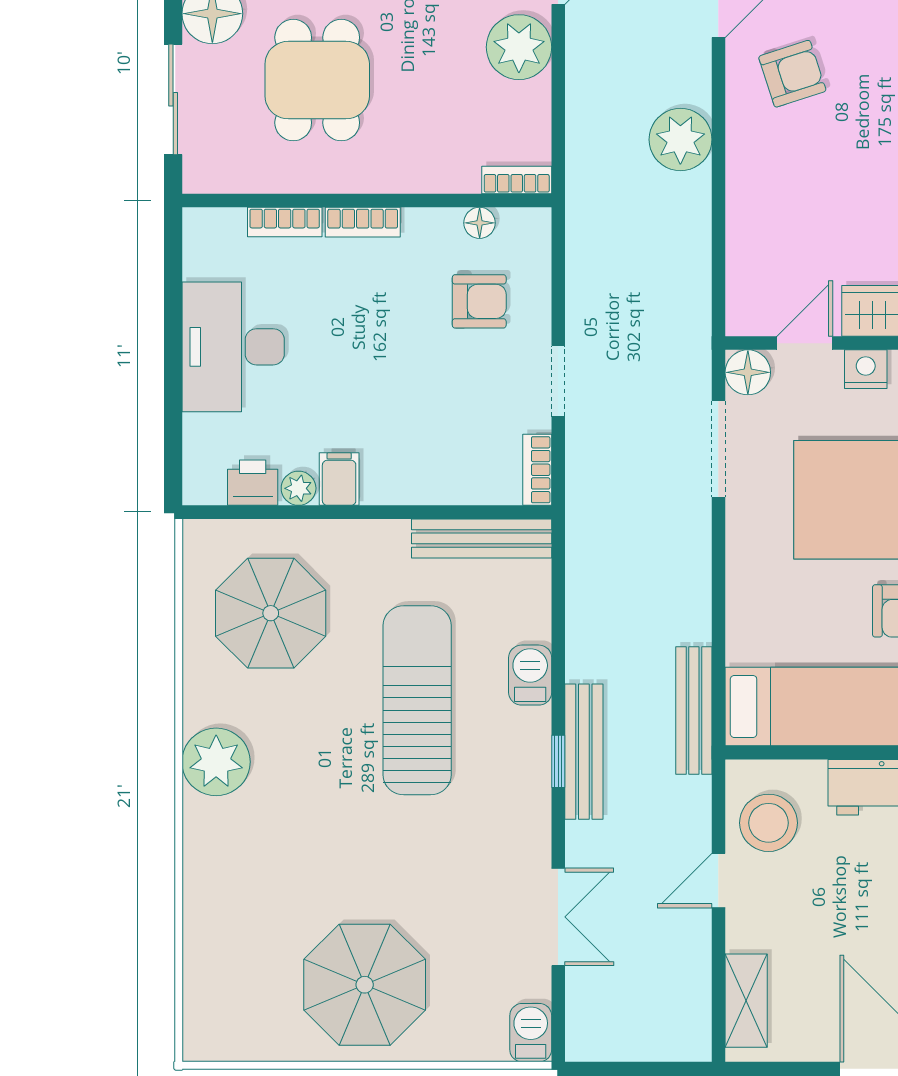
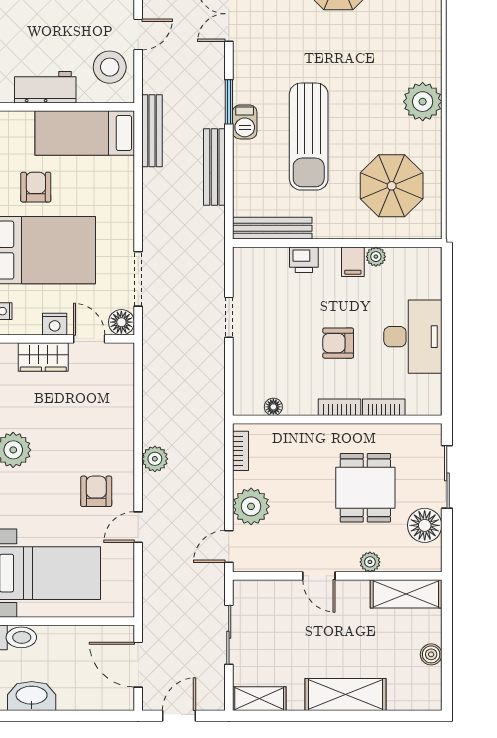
armchair: (792, 74) -> (96, 491), turned 108
plant: (680, 140) -> (155, 459), width x0.73, depth x0.73
bookcase: (517, 180) -> (240, 451), moved, turned -90
armchair: (479, 301) -> (338, 343), moved
door: (805, 343) -> (89, 339), swing flipped
bookcase: (537, 470) -> (241, 267), removed
printer: (253, 483) -> (304, 260), moved
barbecue: (530, 675) -> (245, 122), moved
bench: (584, 752) -> (214, 167), moved
window: (558, 761) -> (229, 102), width x1.50

